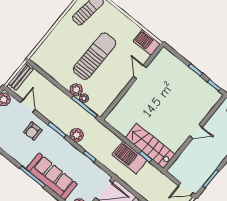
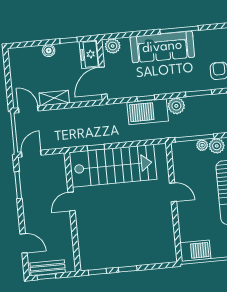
door: (140, 72) -> (173, 192), moved
door: (196, 132) -> (71, 202), moved
stairs: (150, 146) -> (113, 166), width x1.36, depth x1.51
barbecue: (130, 157) -> (148, 112), moved, turned 180

